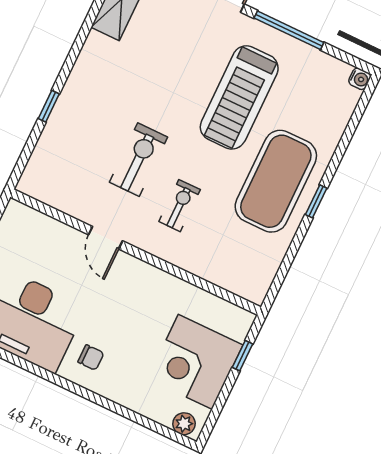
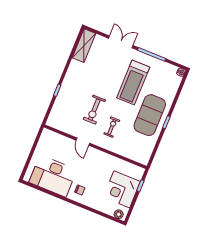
exercise bike: (139, 160) -> (94, 110), turned 180

